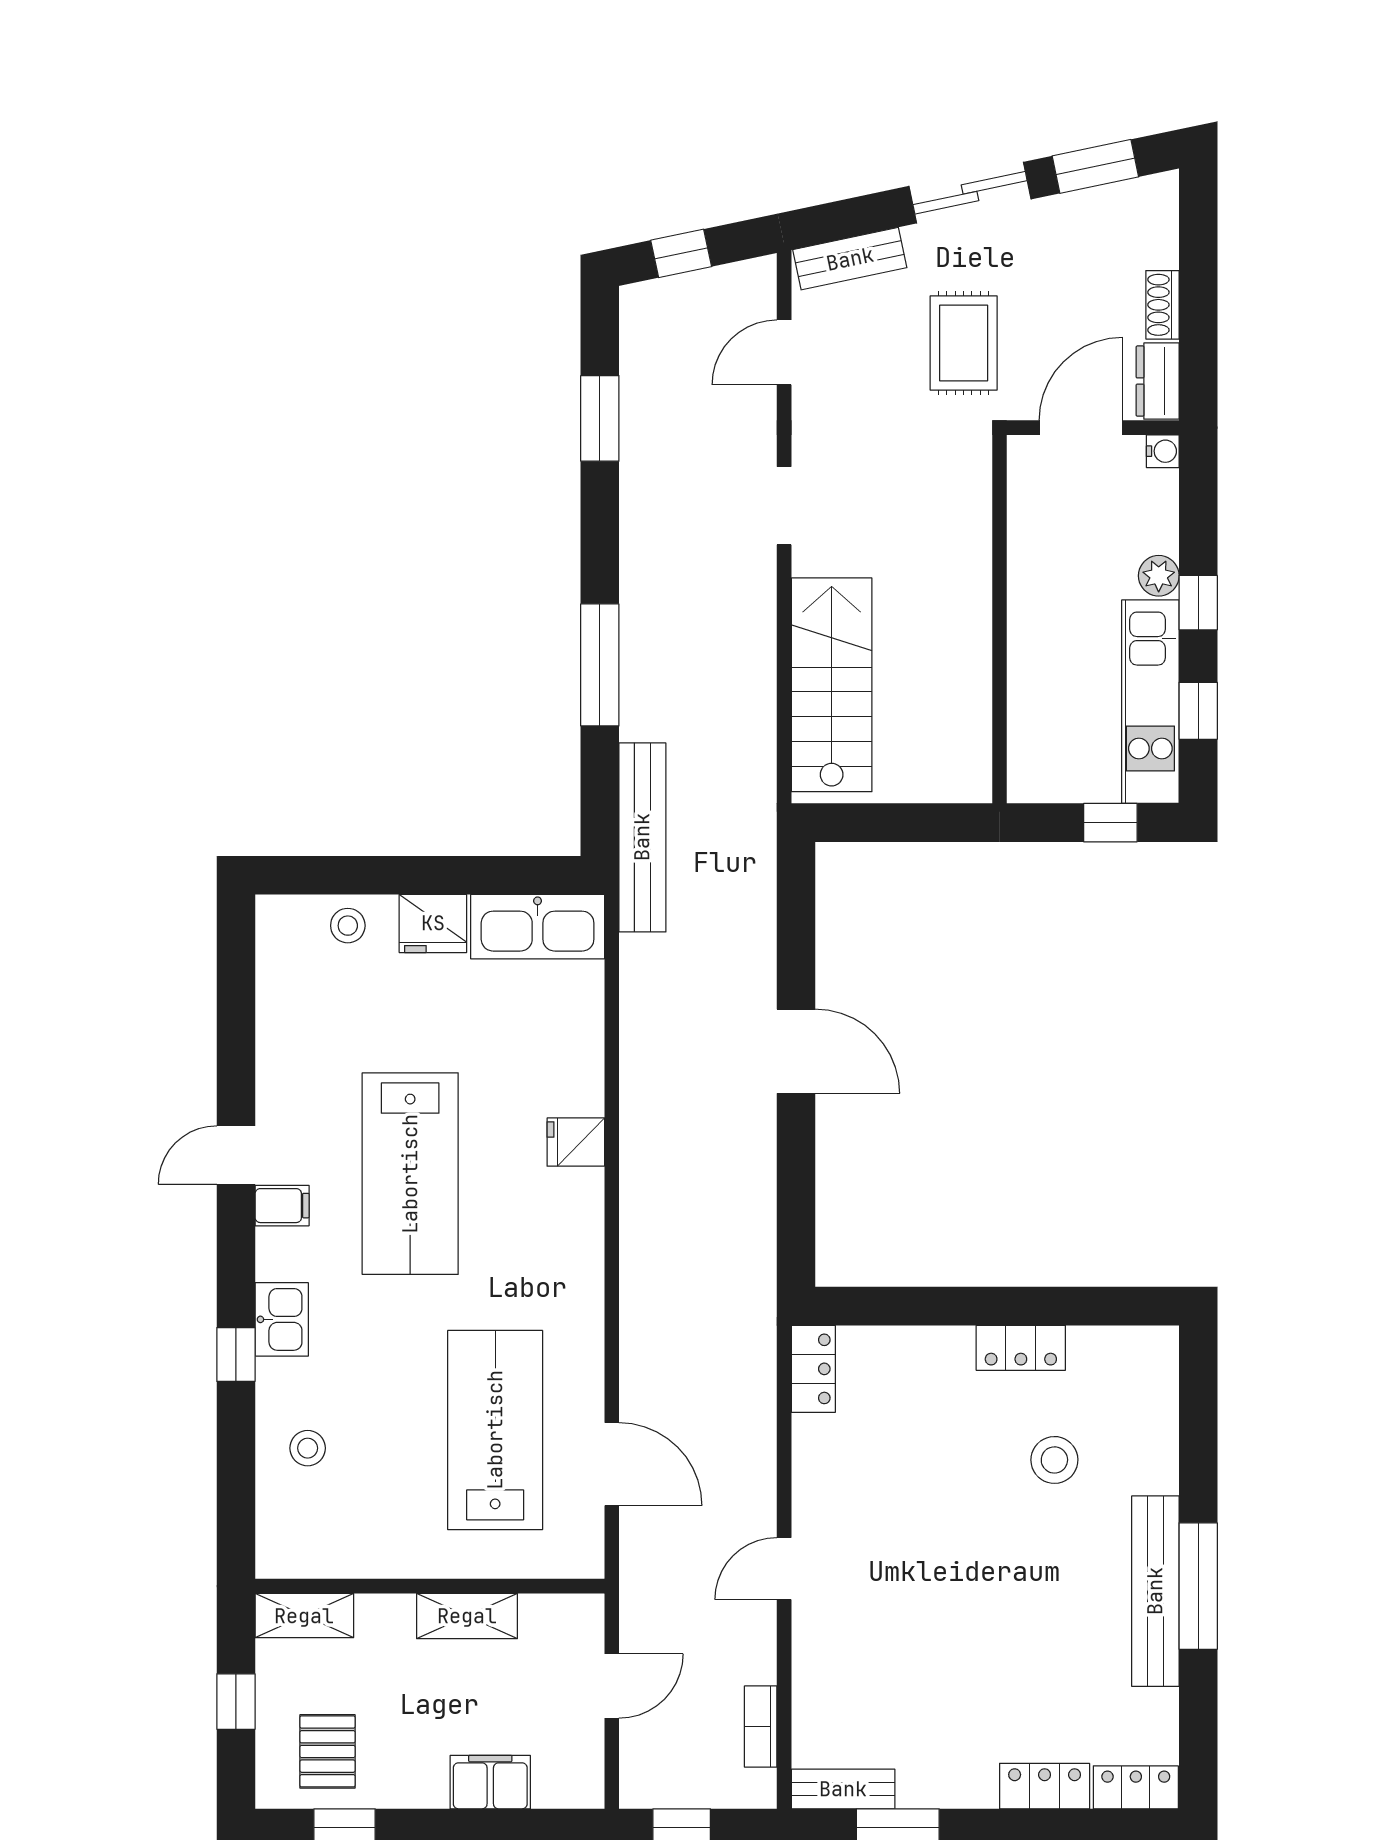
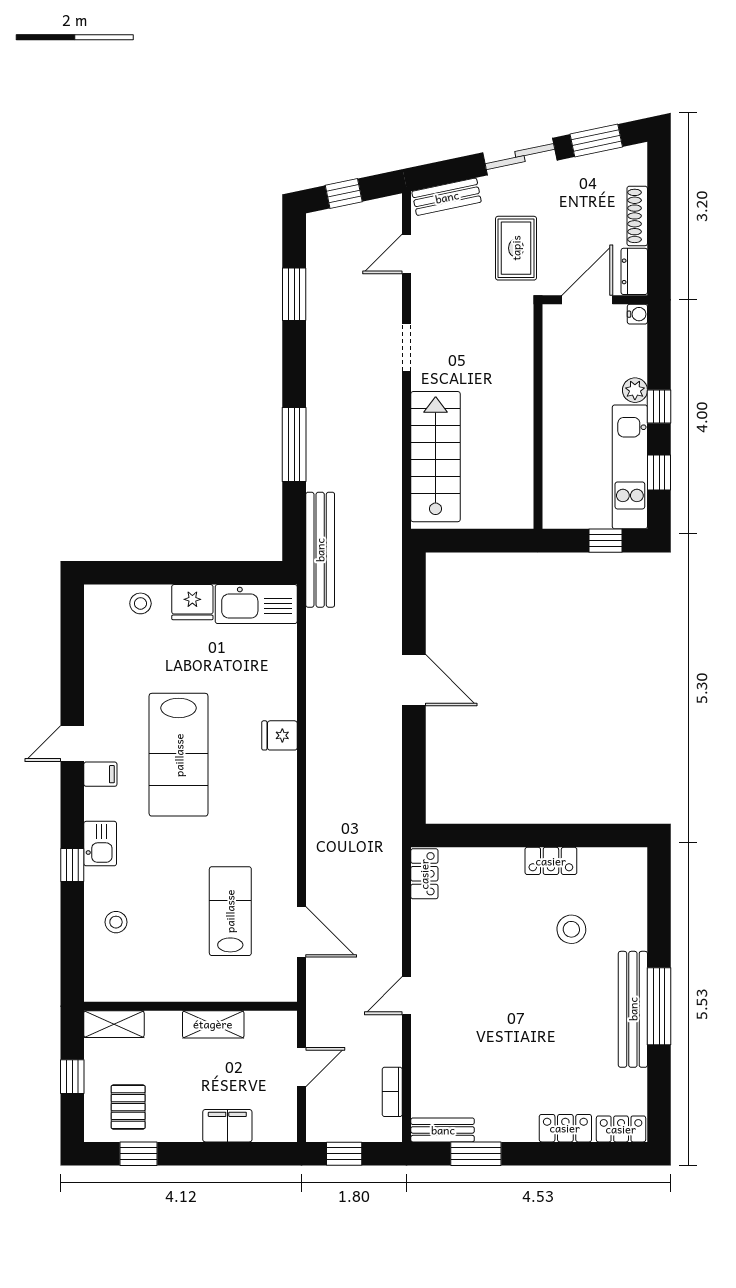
shoe rack: (1162, 305) -> (637, 216), width x1.43
lab bench: (495, 1430) -> (230, 911), width x0.73, depth x0.72

